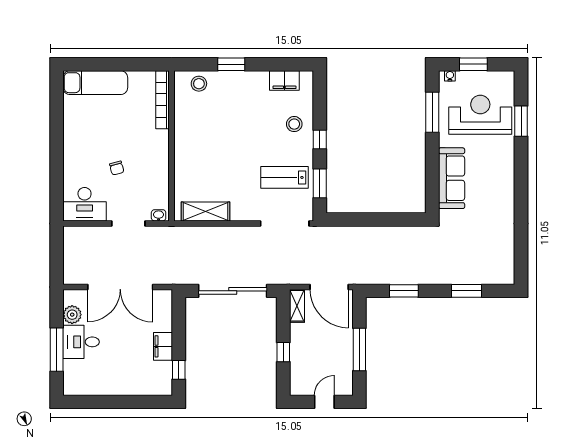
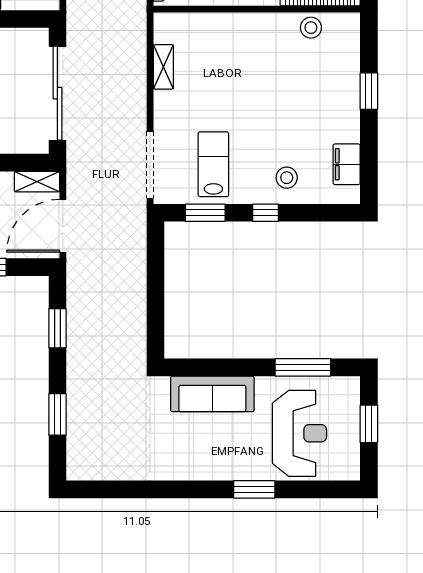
water cooler: (450, 76) -> (353, 392), removed
stool: (199, 84) -> (311, 28), moved
window: (521, 121) -> (254, 489), moved
shelving: (206, 211) -> (163, 67), width x0.67, depth x0.75

